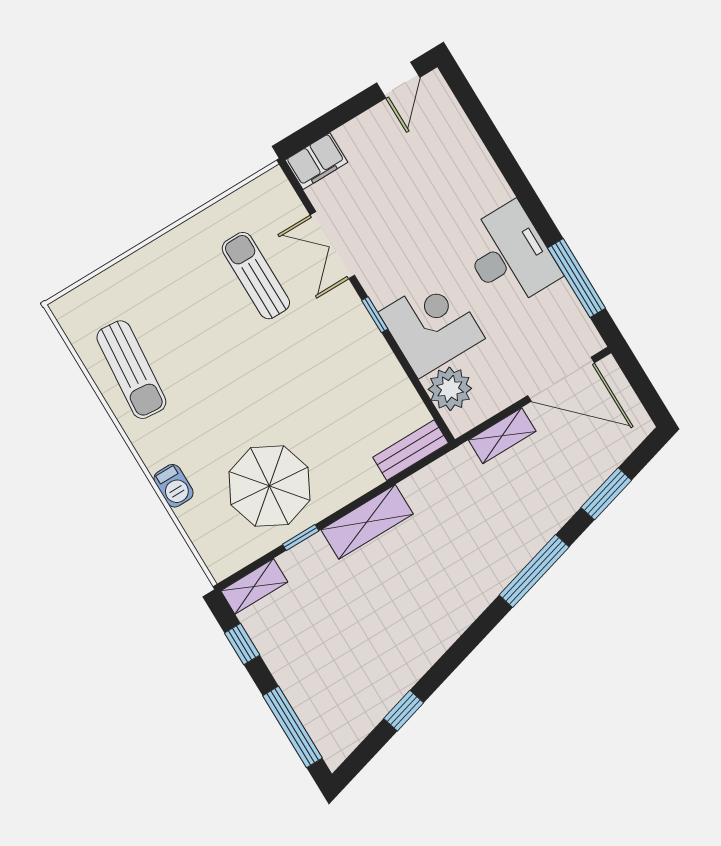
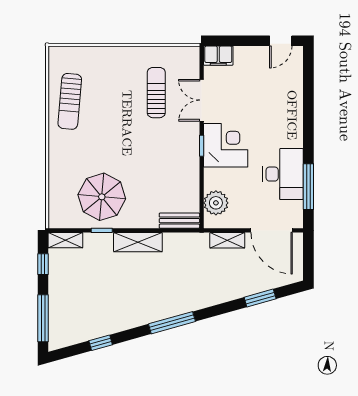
desk: (510, 256) -> (283, 174), moved
corner desk: (432, 325) -> (226, 145), moved
barbecue: (174, 486) -> (56, 169), removed
window: (534, 571) -> (172, 323), moved

